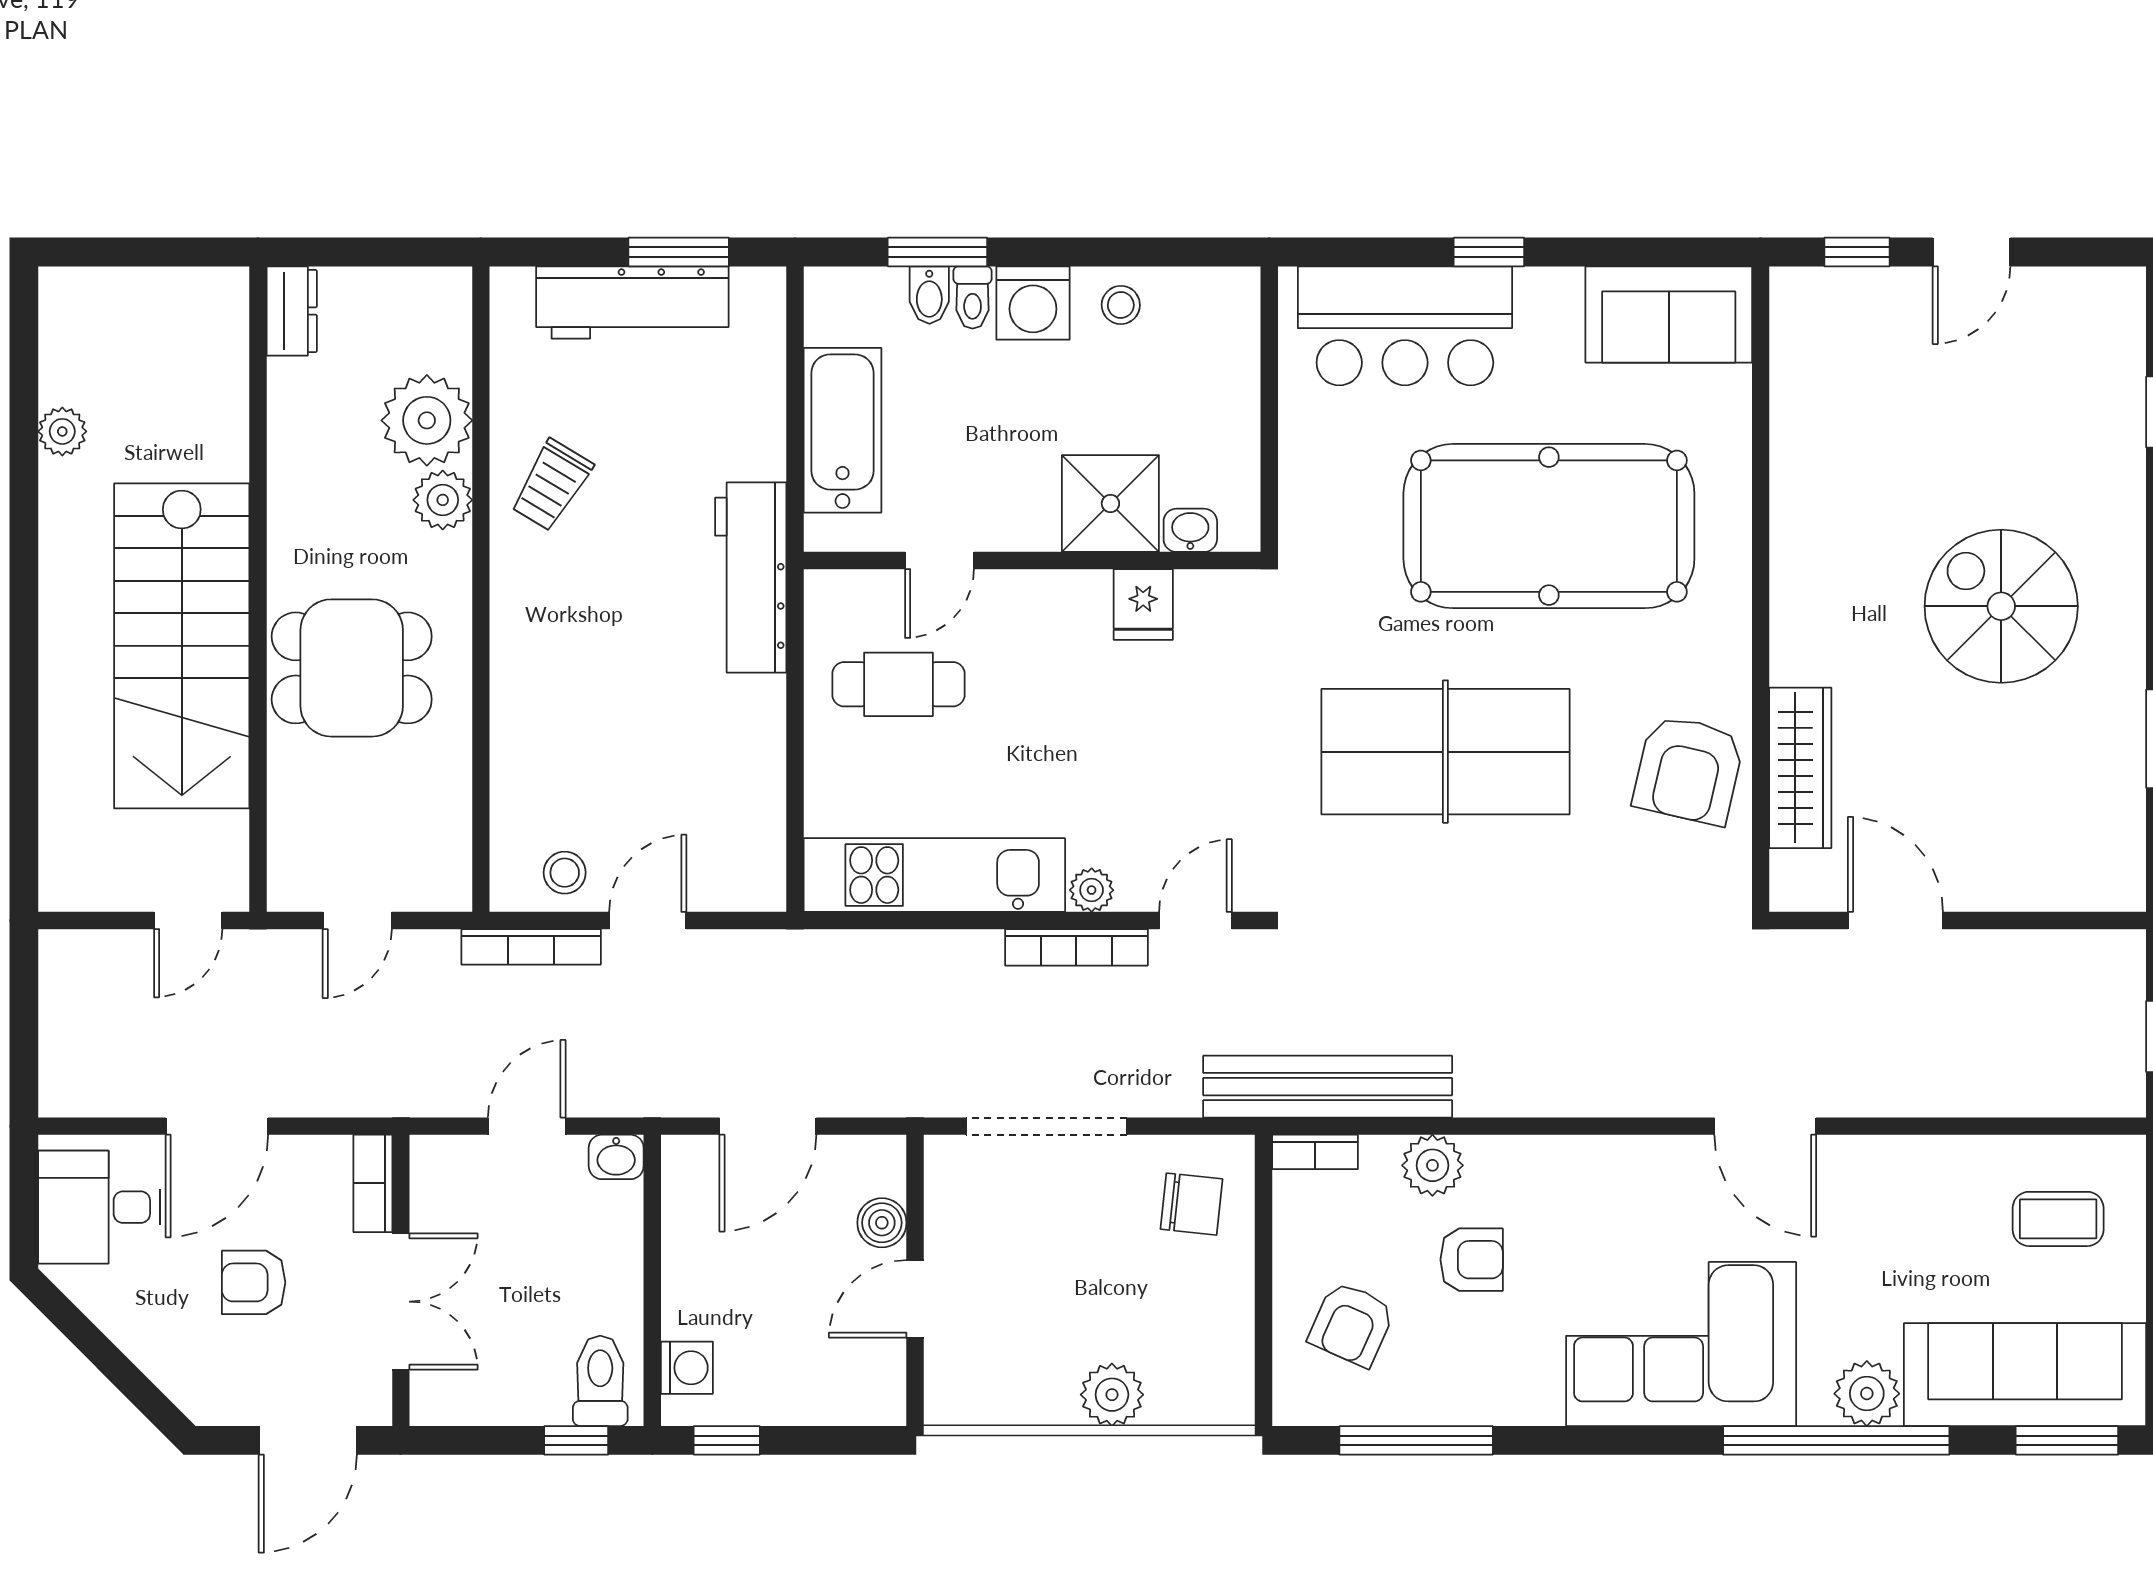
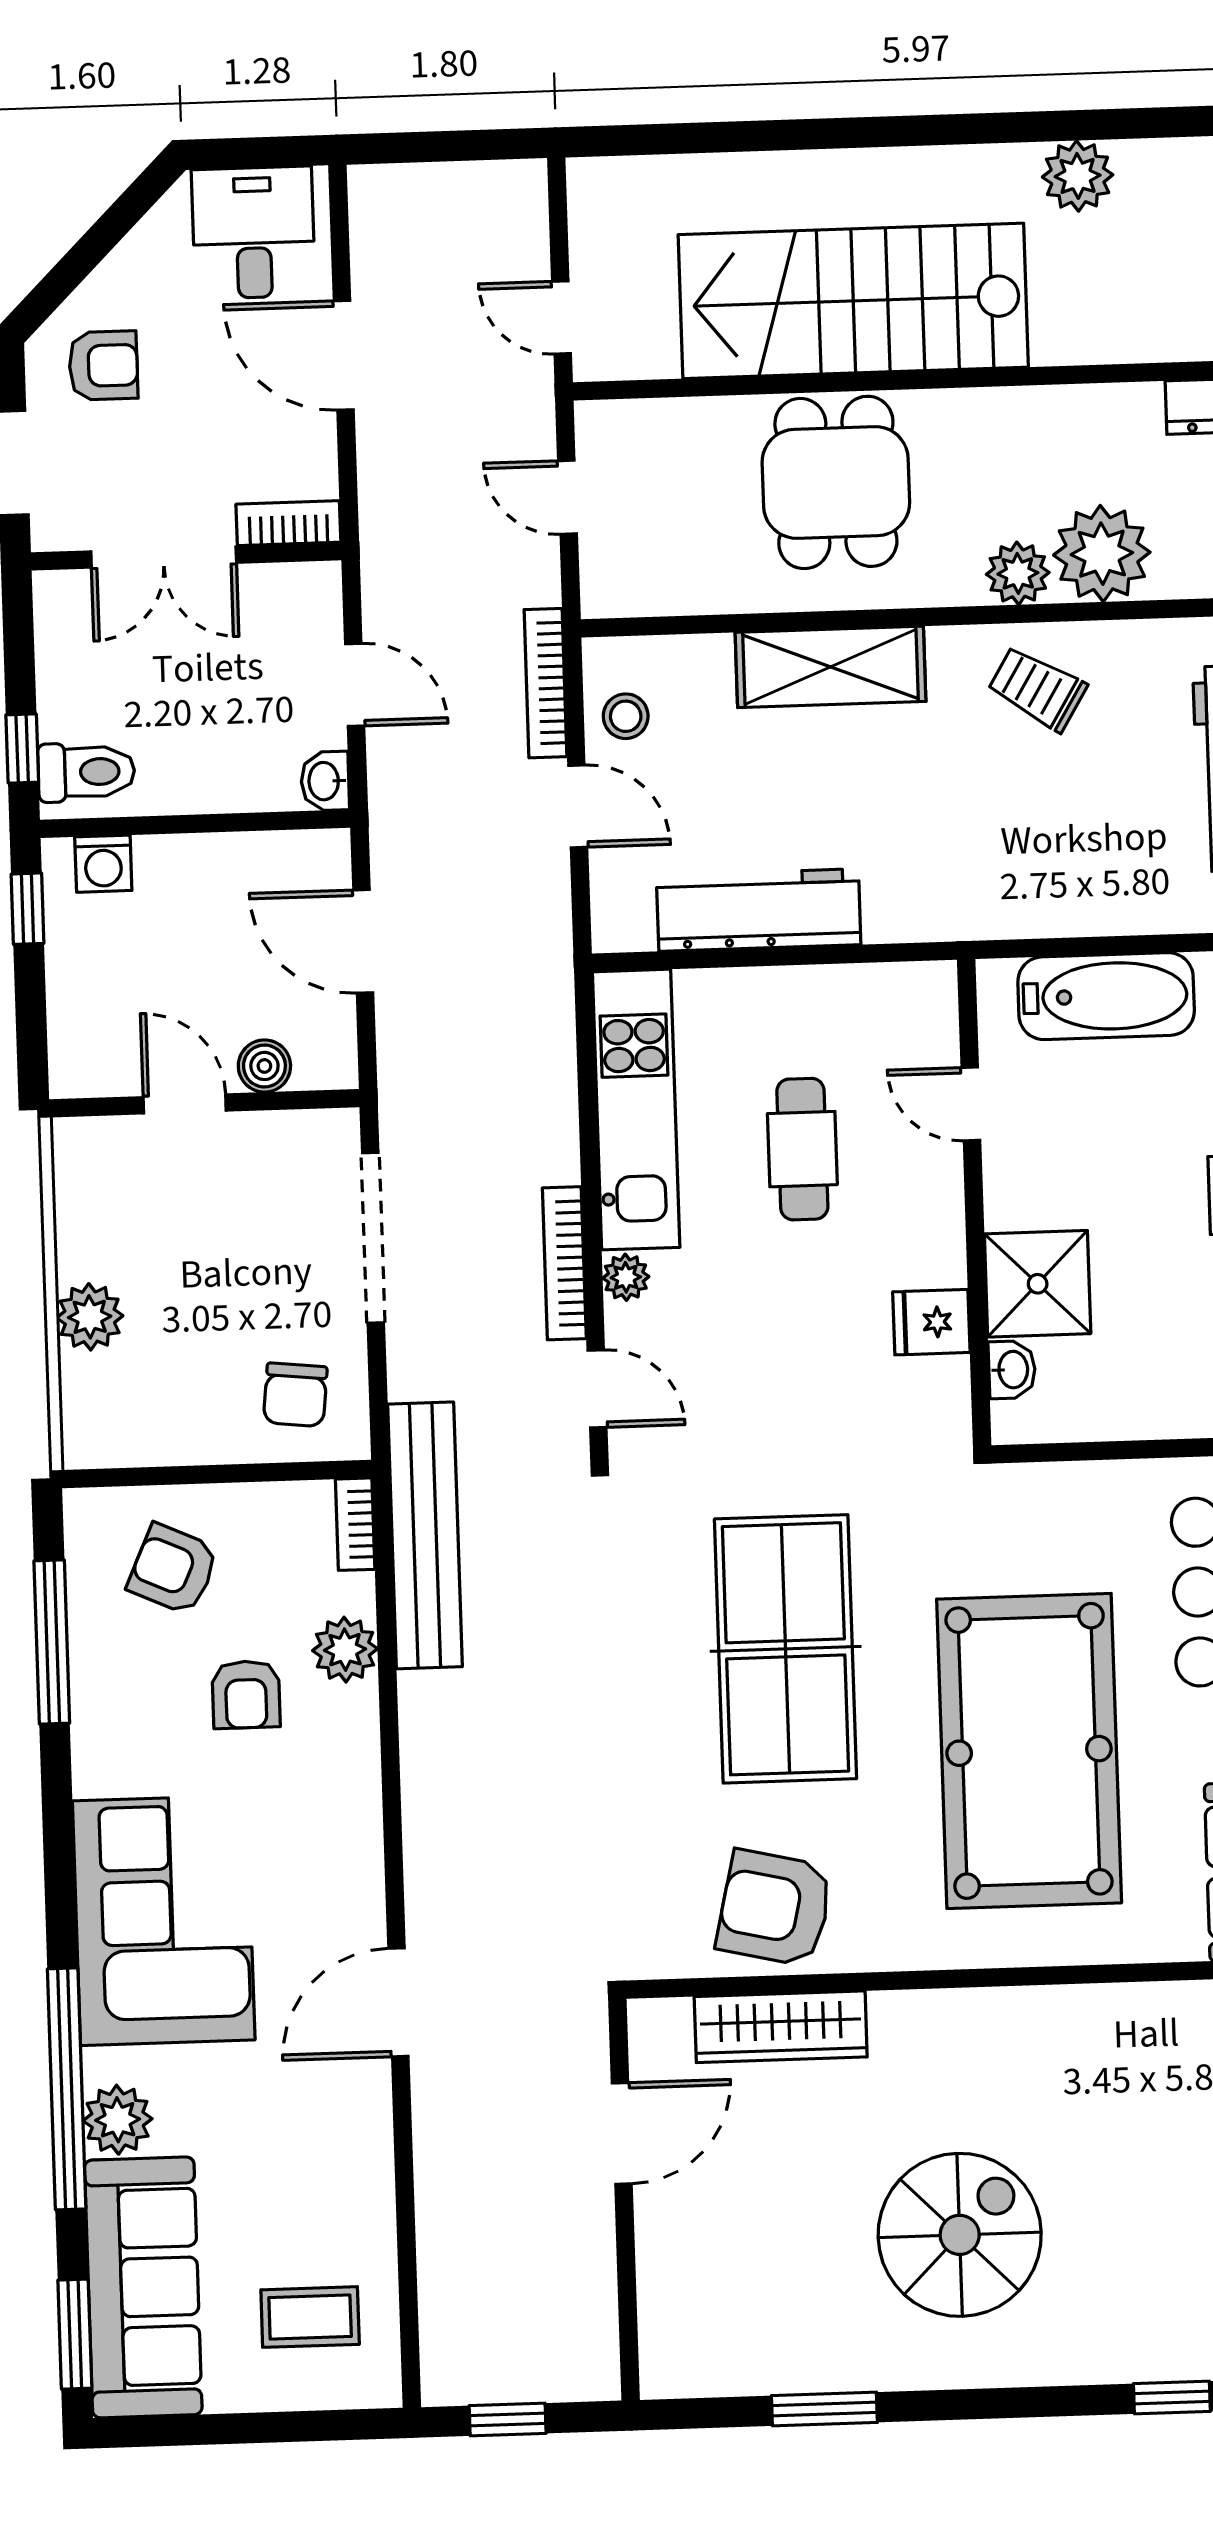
plant: (62, 431) -> (1078, 176), width x1.38, depth x1.38
workbench: (751, 577) -> (759, 910), moved
shelving: (525, 679) -> (831, 667), added
cafe table: (898, 684) -> (802, 1149), moved
coffee table: (2058, 1219) -> (310, 2317), turned 90
armchair: (254, 1282) -> (103, 366), moved, turned 90

